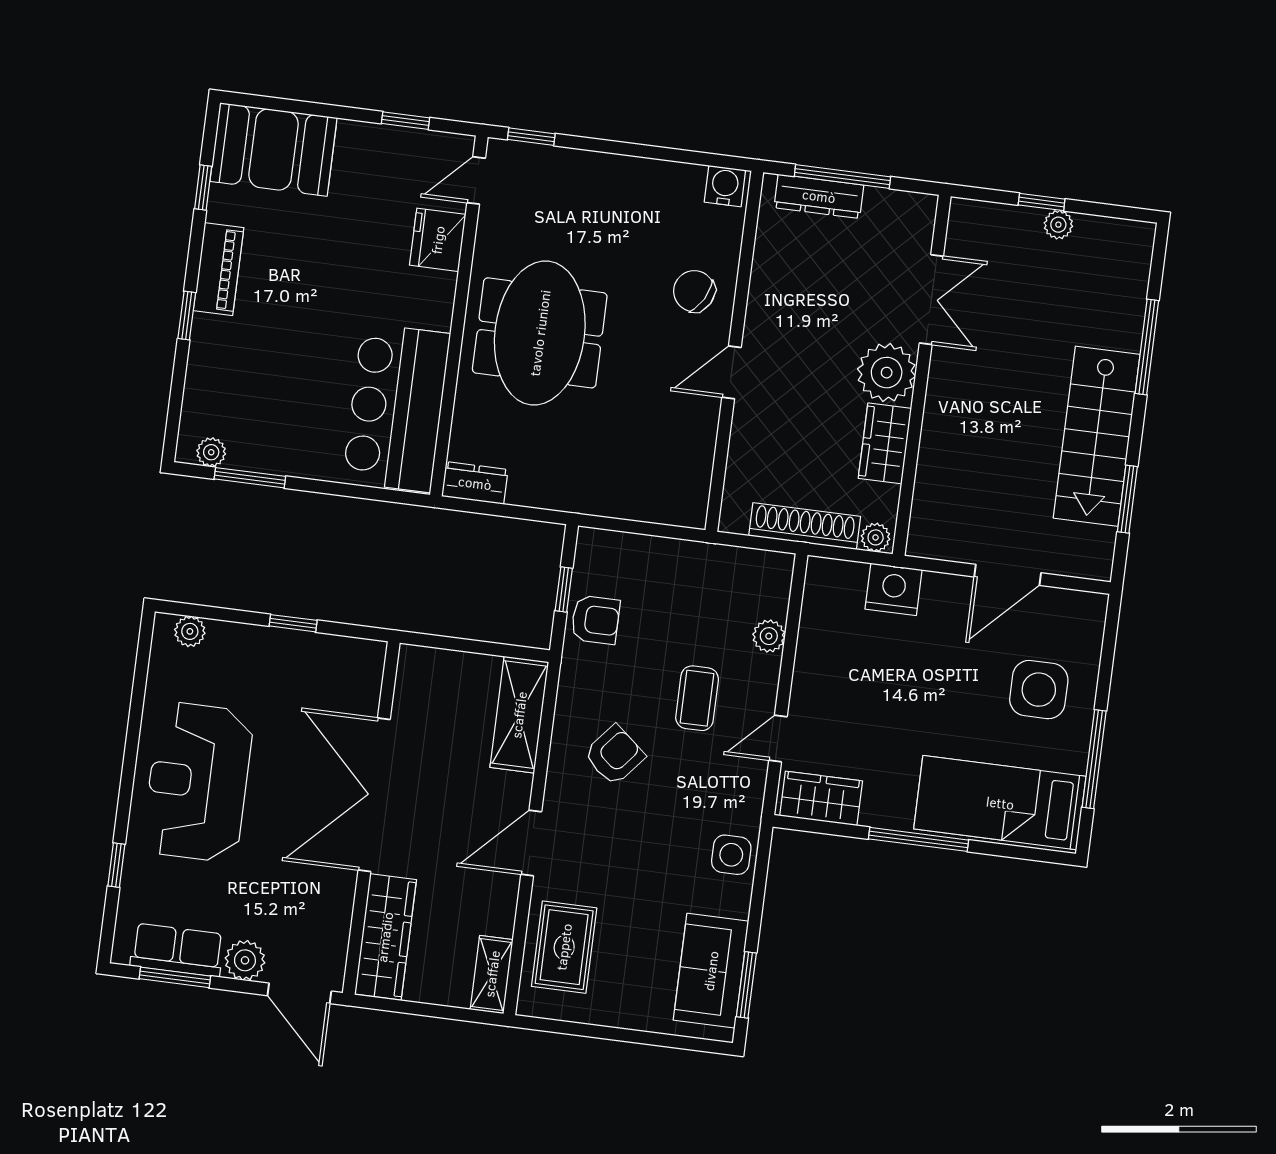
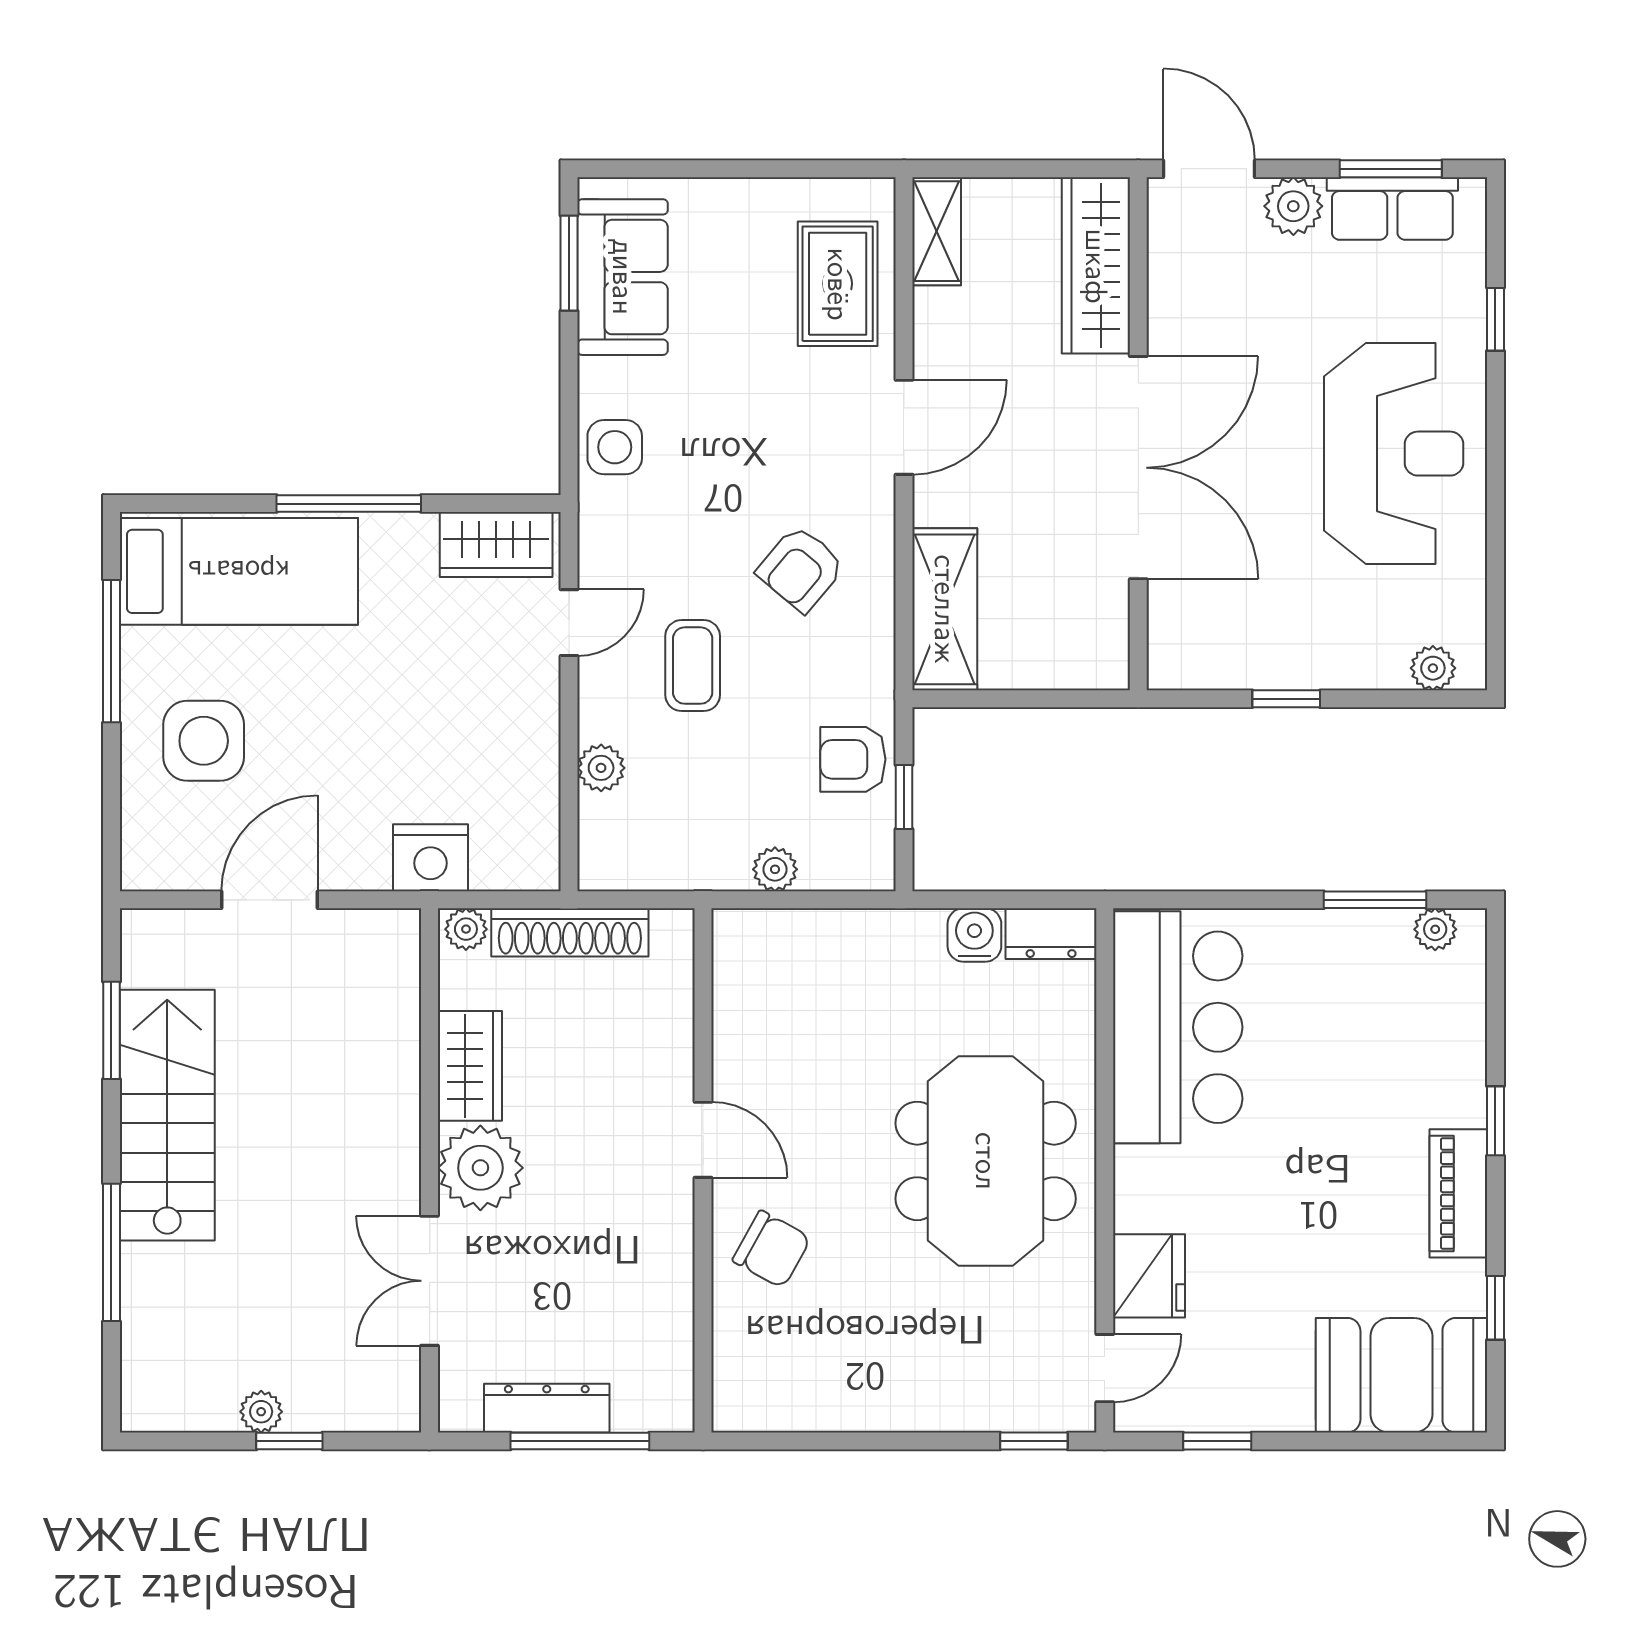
water cooler: (725, 186) -> (974, 935), moved, turned 180
dresser: (819, 196) -> (547, 1408), moved
door: (732, 372) -> (703, 1140), hinge flipped
plant: (658, 551) -> (775, 869), added

